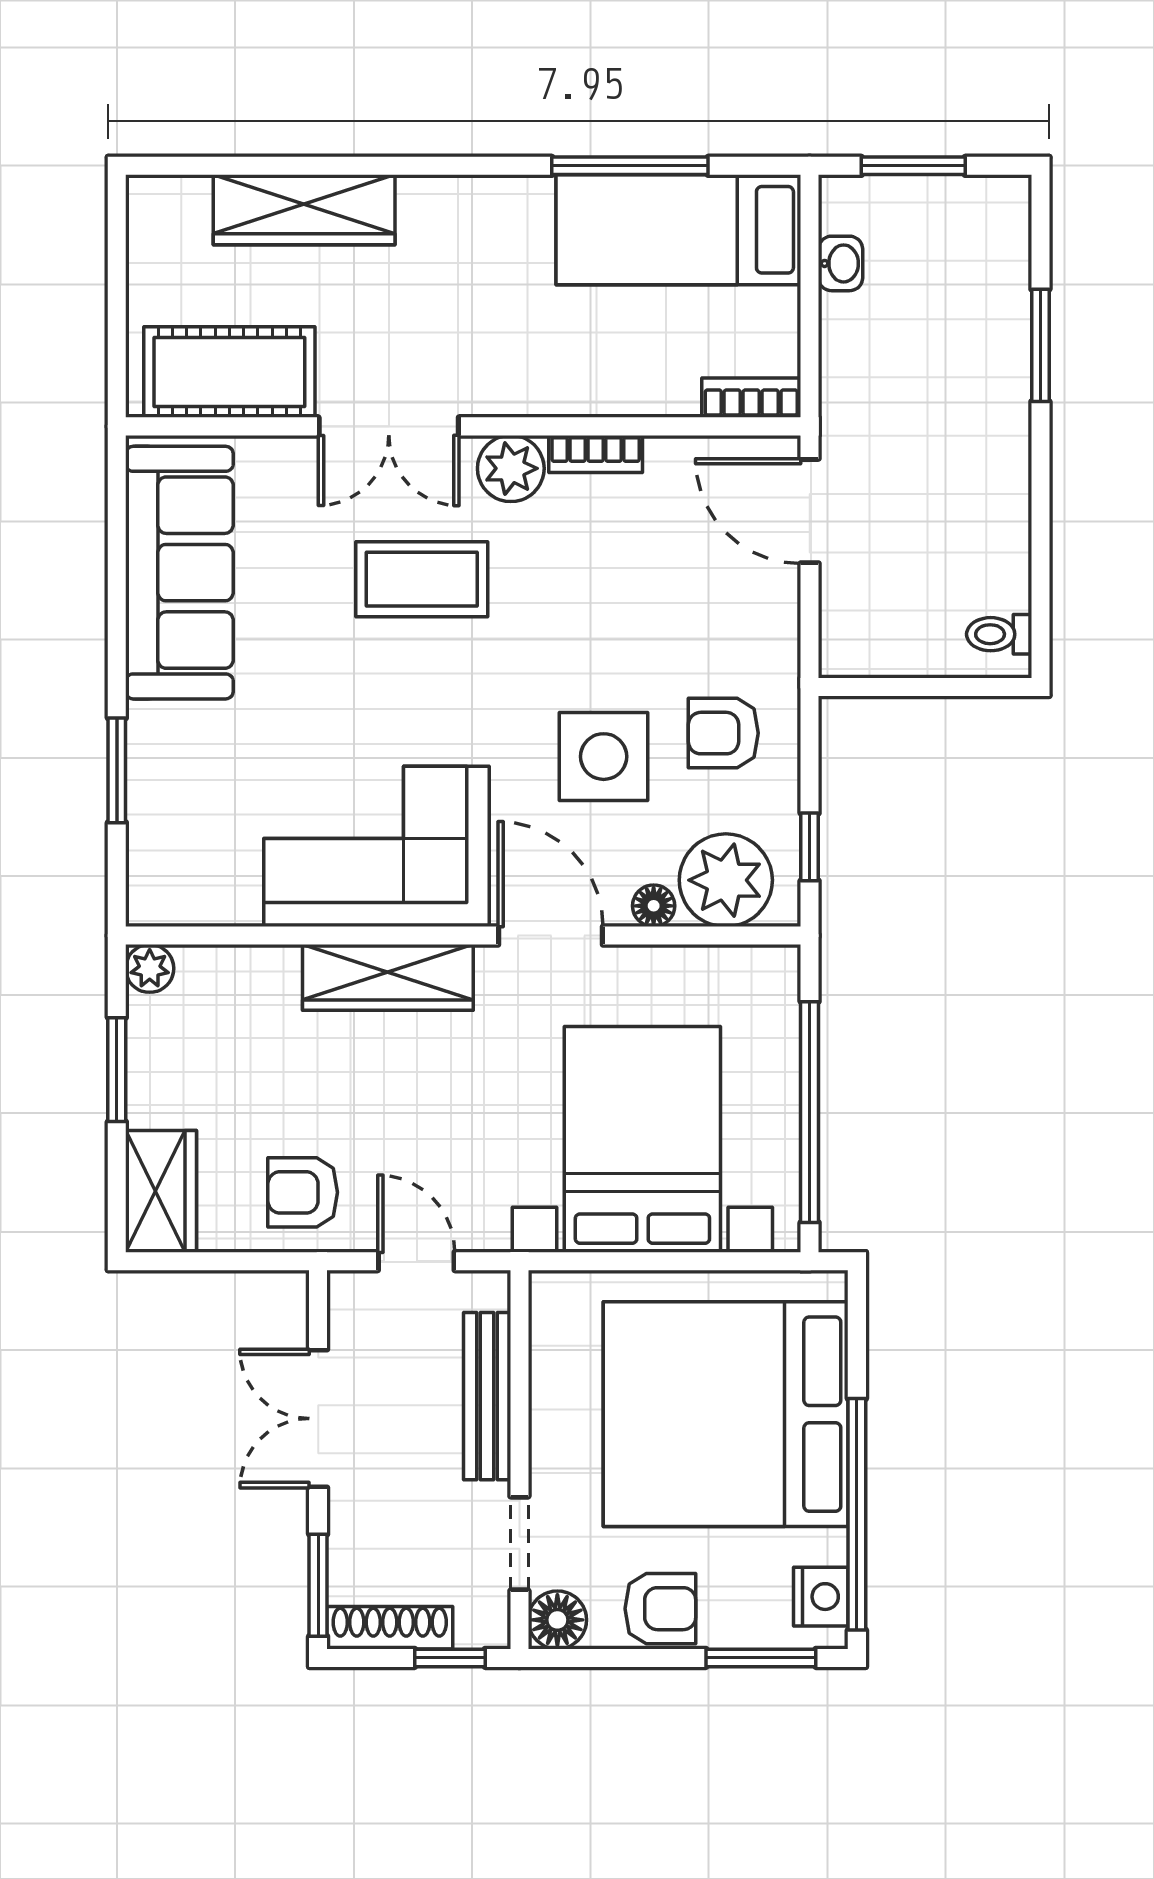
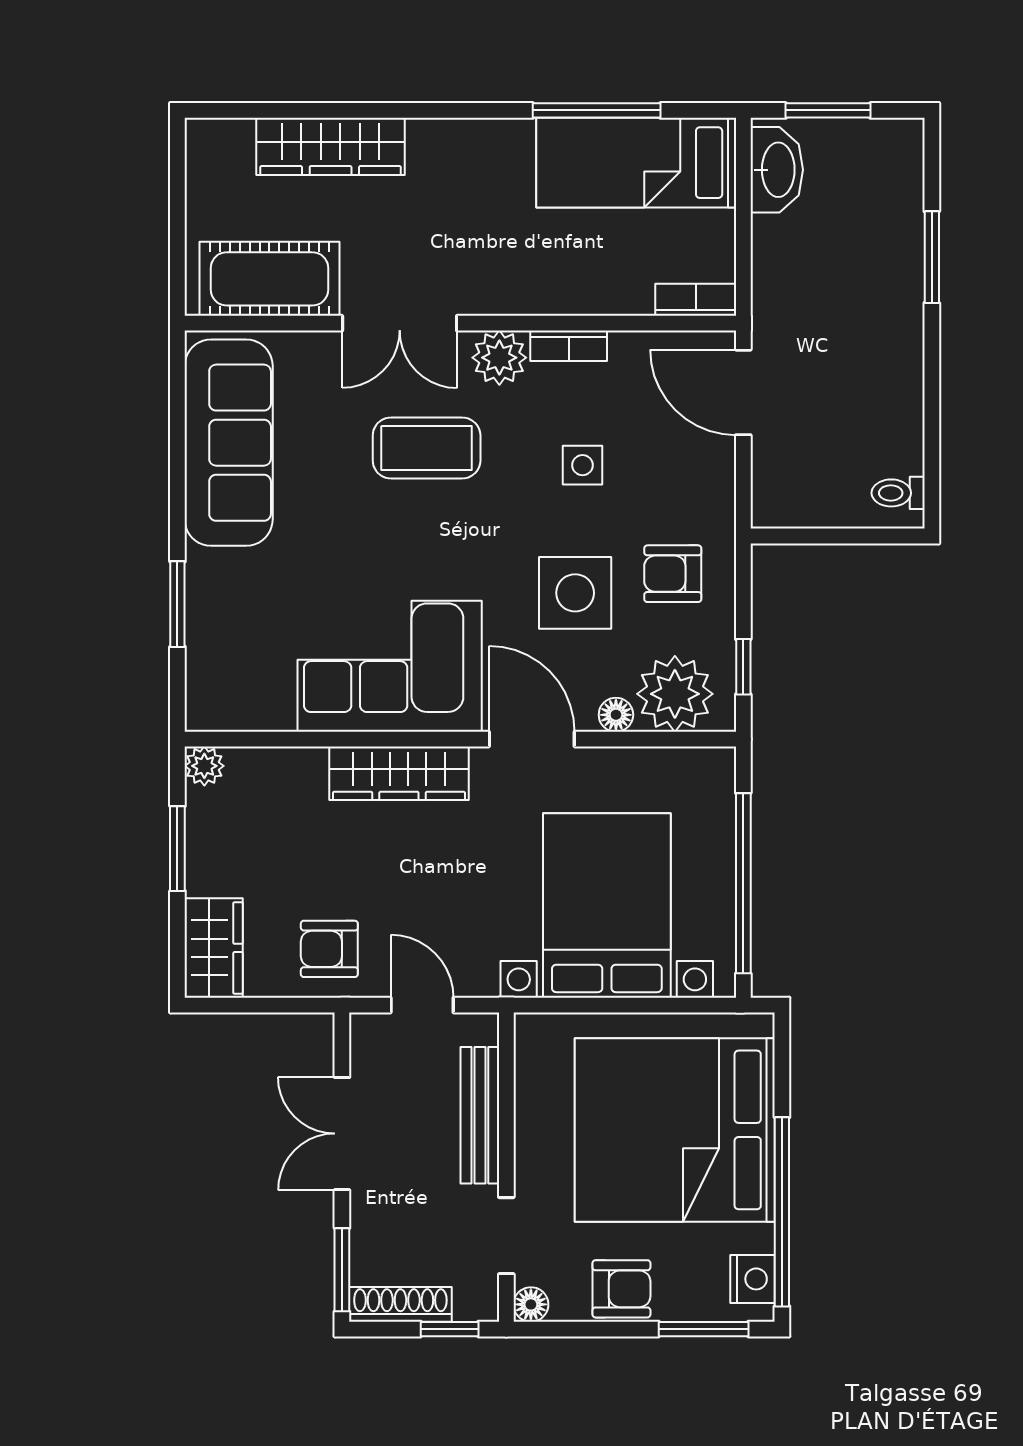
washbasin: (841, 263) -> (777, 170), width x1.91, depth x1.45
side table: (613, 600) -> (583, 465), added
floor lamp: (557, 1620) -> (531, 1304), width x0.73, depth x0.73

